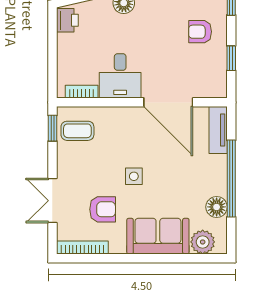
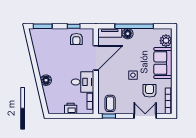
printer: (67, 20) -> (71, 108), moved
armchair: (200, 32) -> (76, 39), moved
double door: (52, 201) -> (145, 116), swing flipped
floor lamp: (217, 207) -> (128, 34), moved

